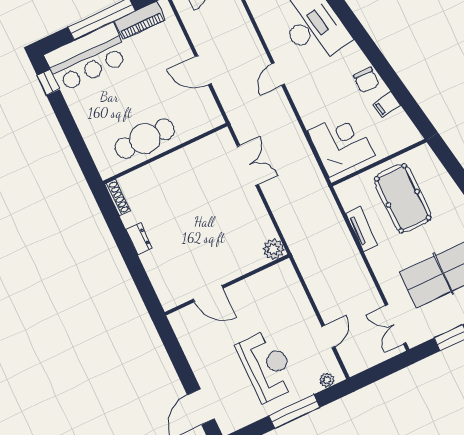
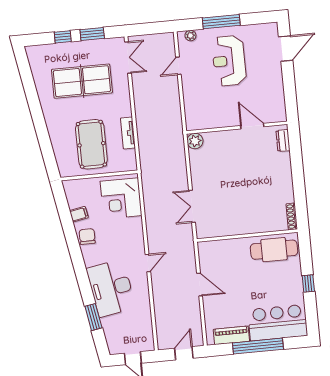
window: (48, 82) -> (308, 284), moved
cafe table: (145, 139) -> (274, 250), moved
dresser: (139, 239) -> (283, 141), moved

